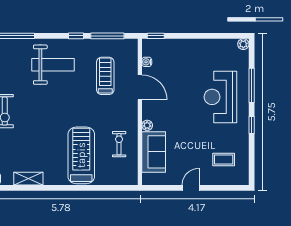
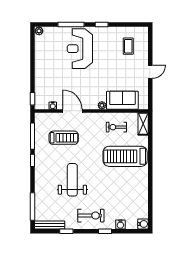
weight bench: (53, 65) -> (72, 180), moved
treadmill: (105, 76) -> (64, 138), turned 180
door: (140, 87) -> (72, 111), hinge flipped
reception desk: (220, 97) -> (80, 49), turned 90
shelving: (28, 179) -> (143, 124), moved
door: (191, 188) -> (150, 72), swing flipped

